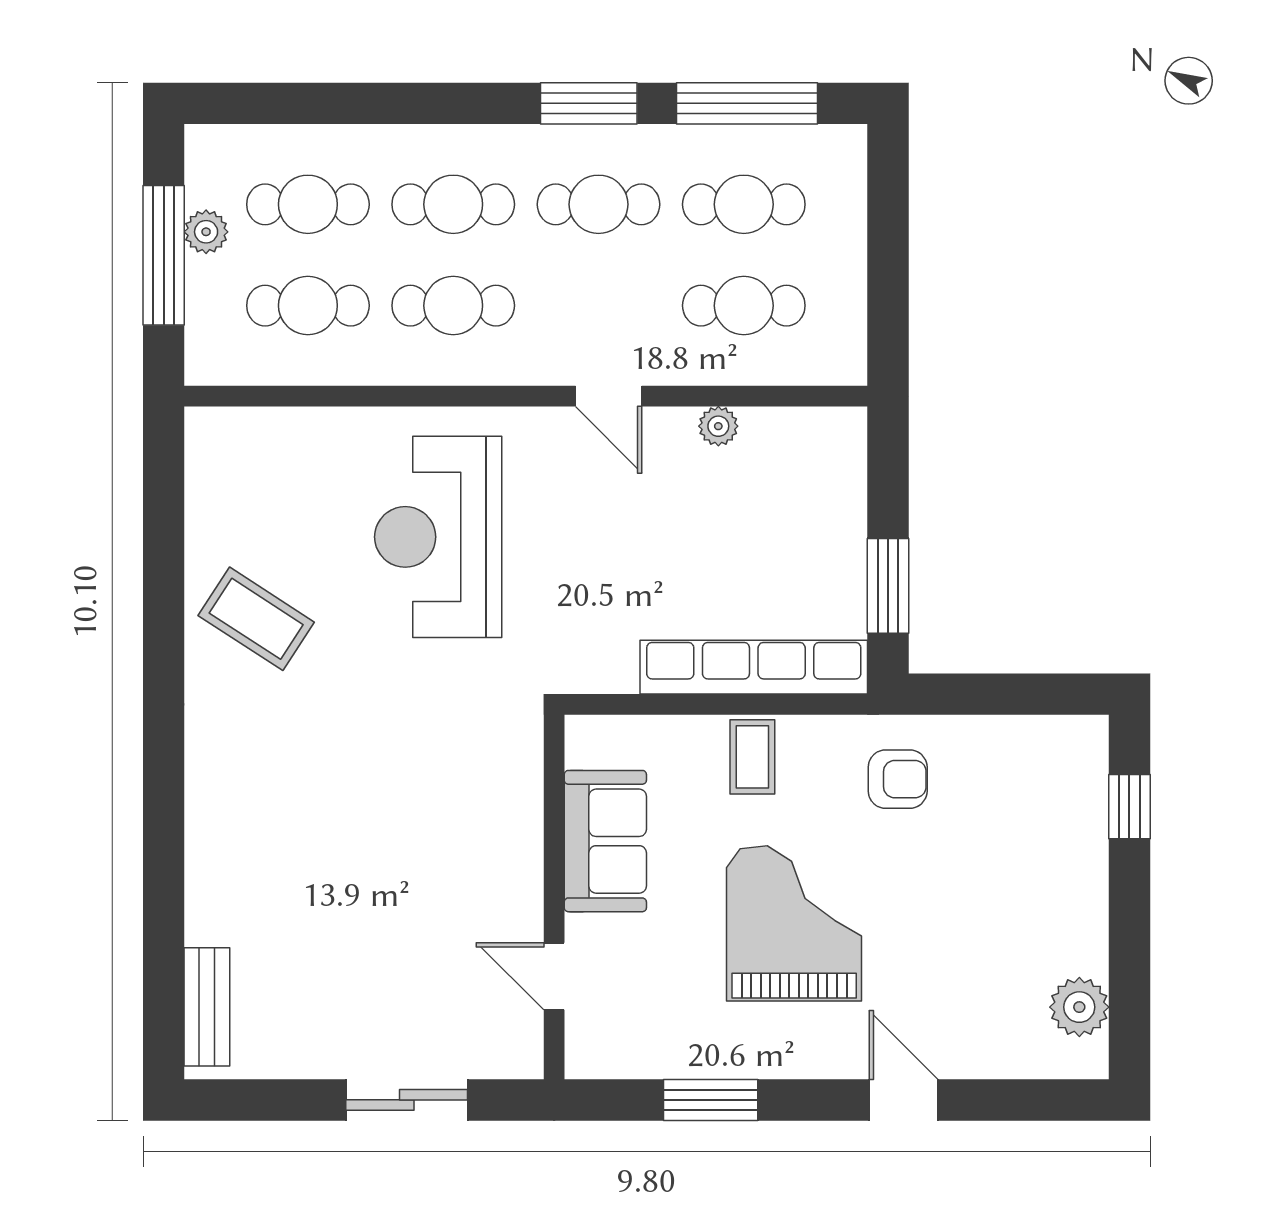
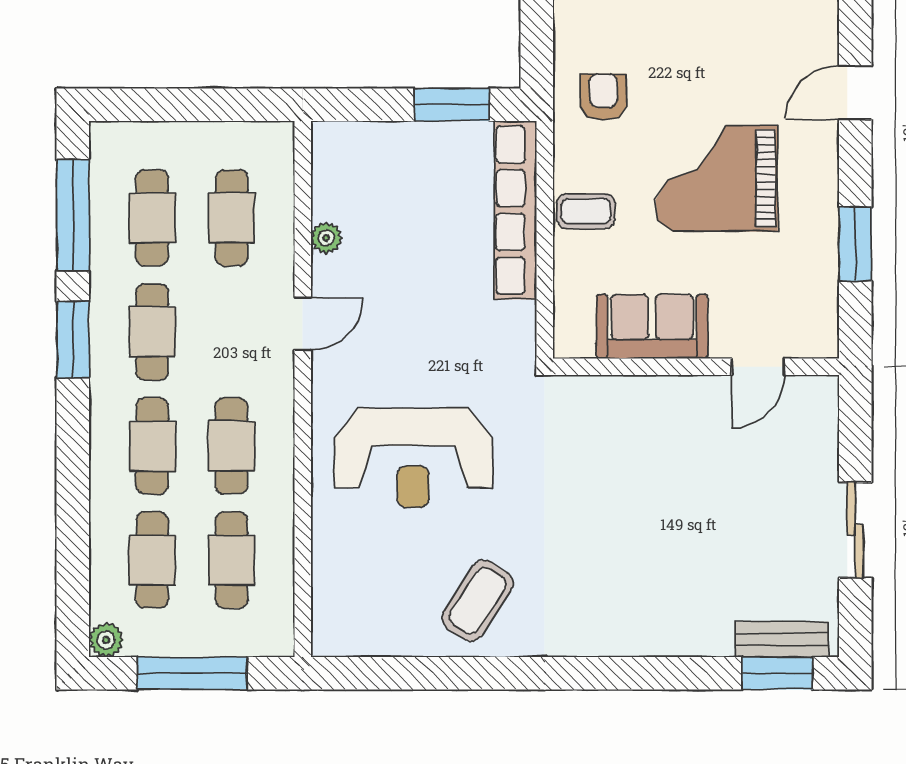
plant: (206, 232) -> (106, 640), moved
window: (164, 1001) -> (777, 673), added
sliding door: (407, 1100) -> (855, 530), moved

